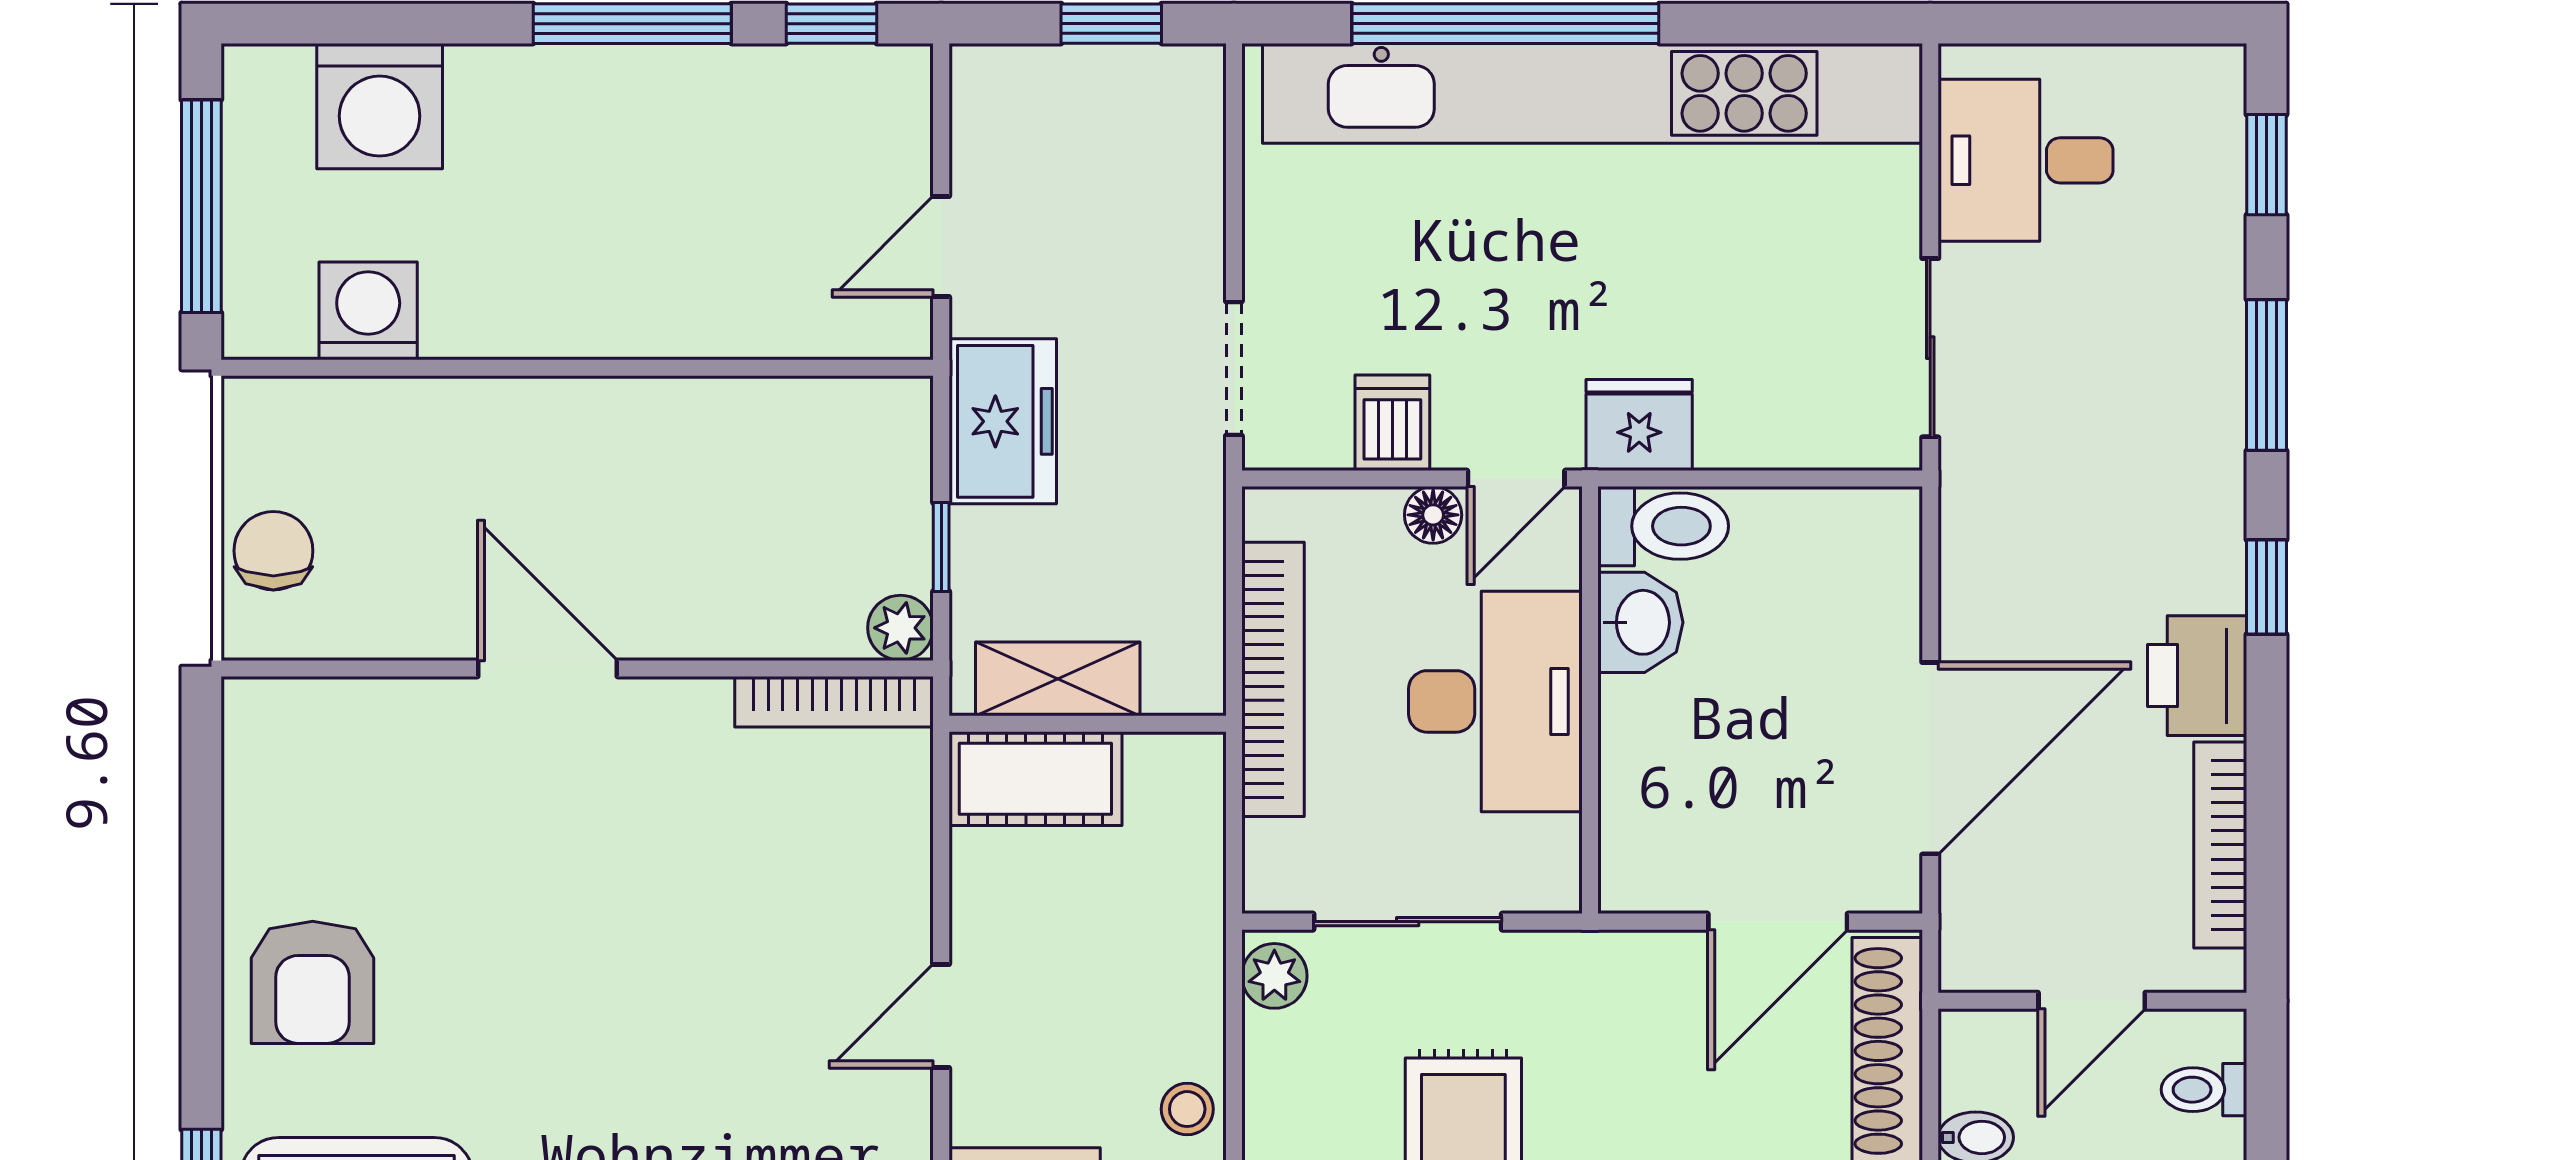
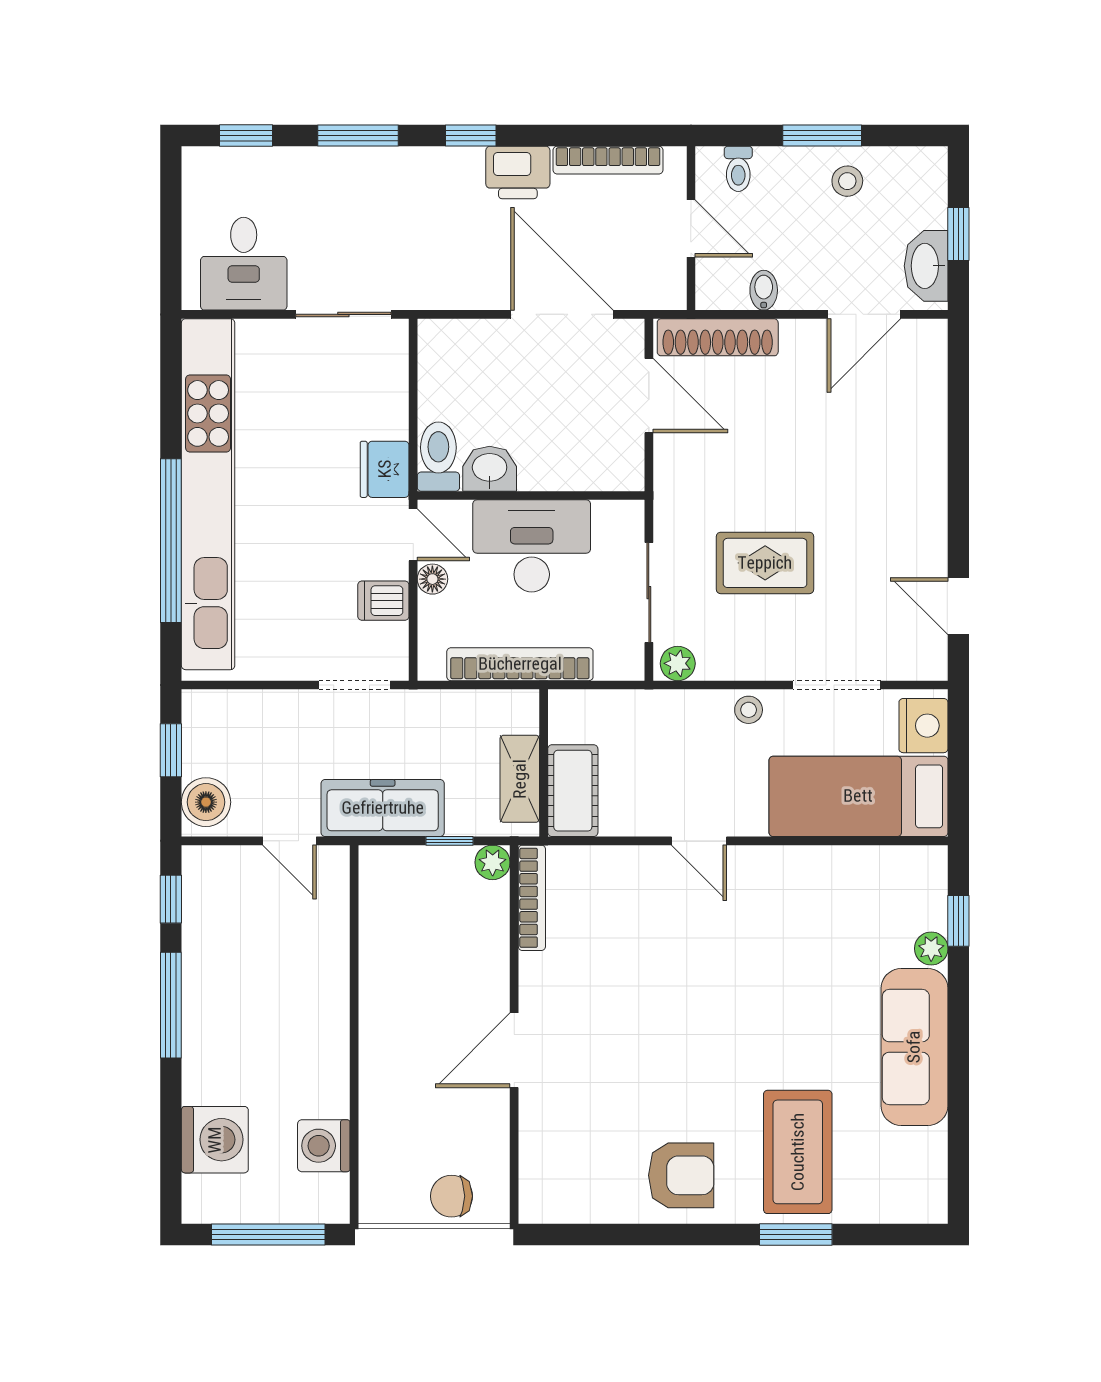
boiler: (1014, 89) -> (206, 802), added
freezer: (1003, 421) -> (383, 808), width x1.40

